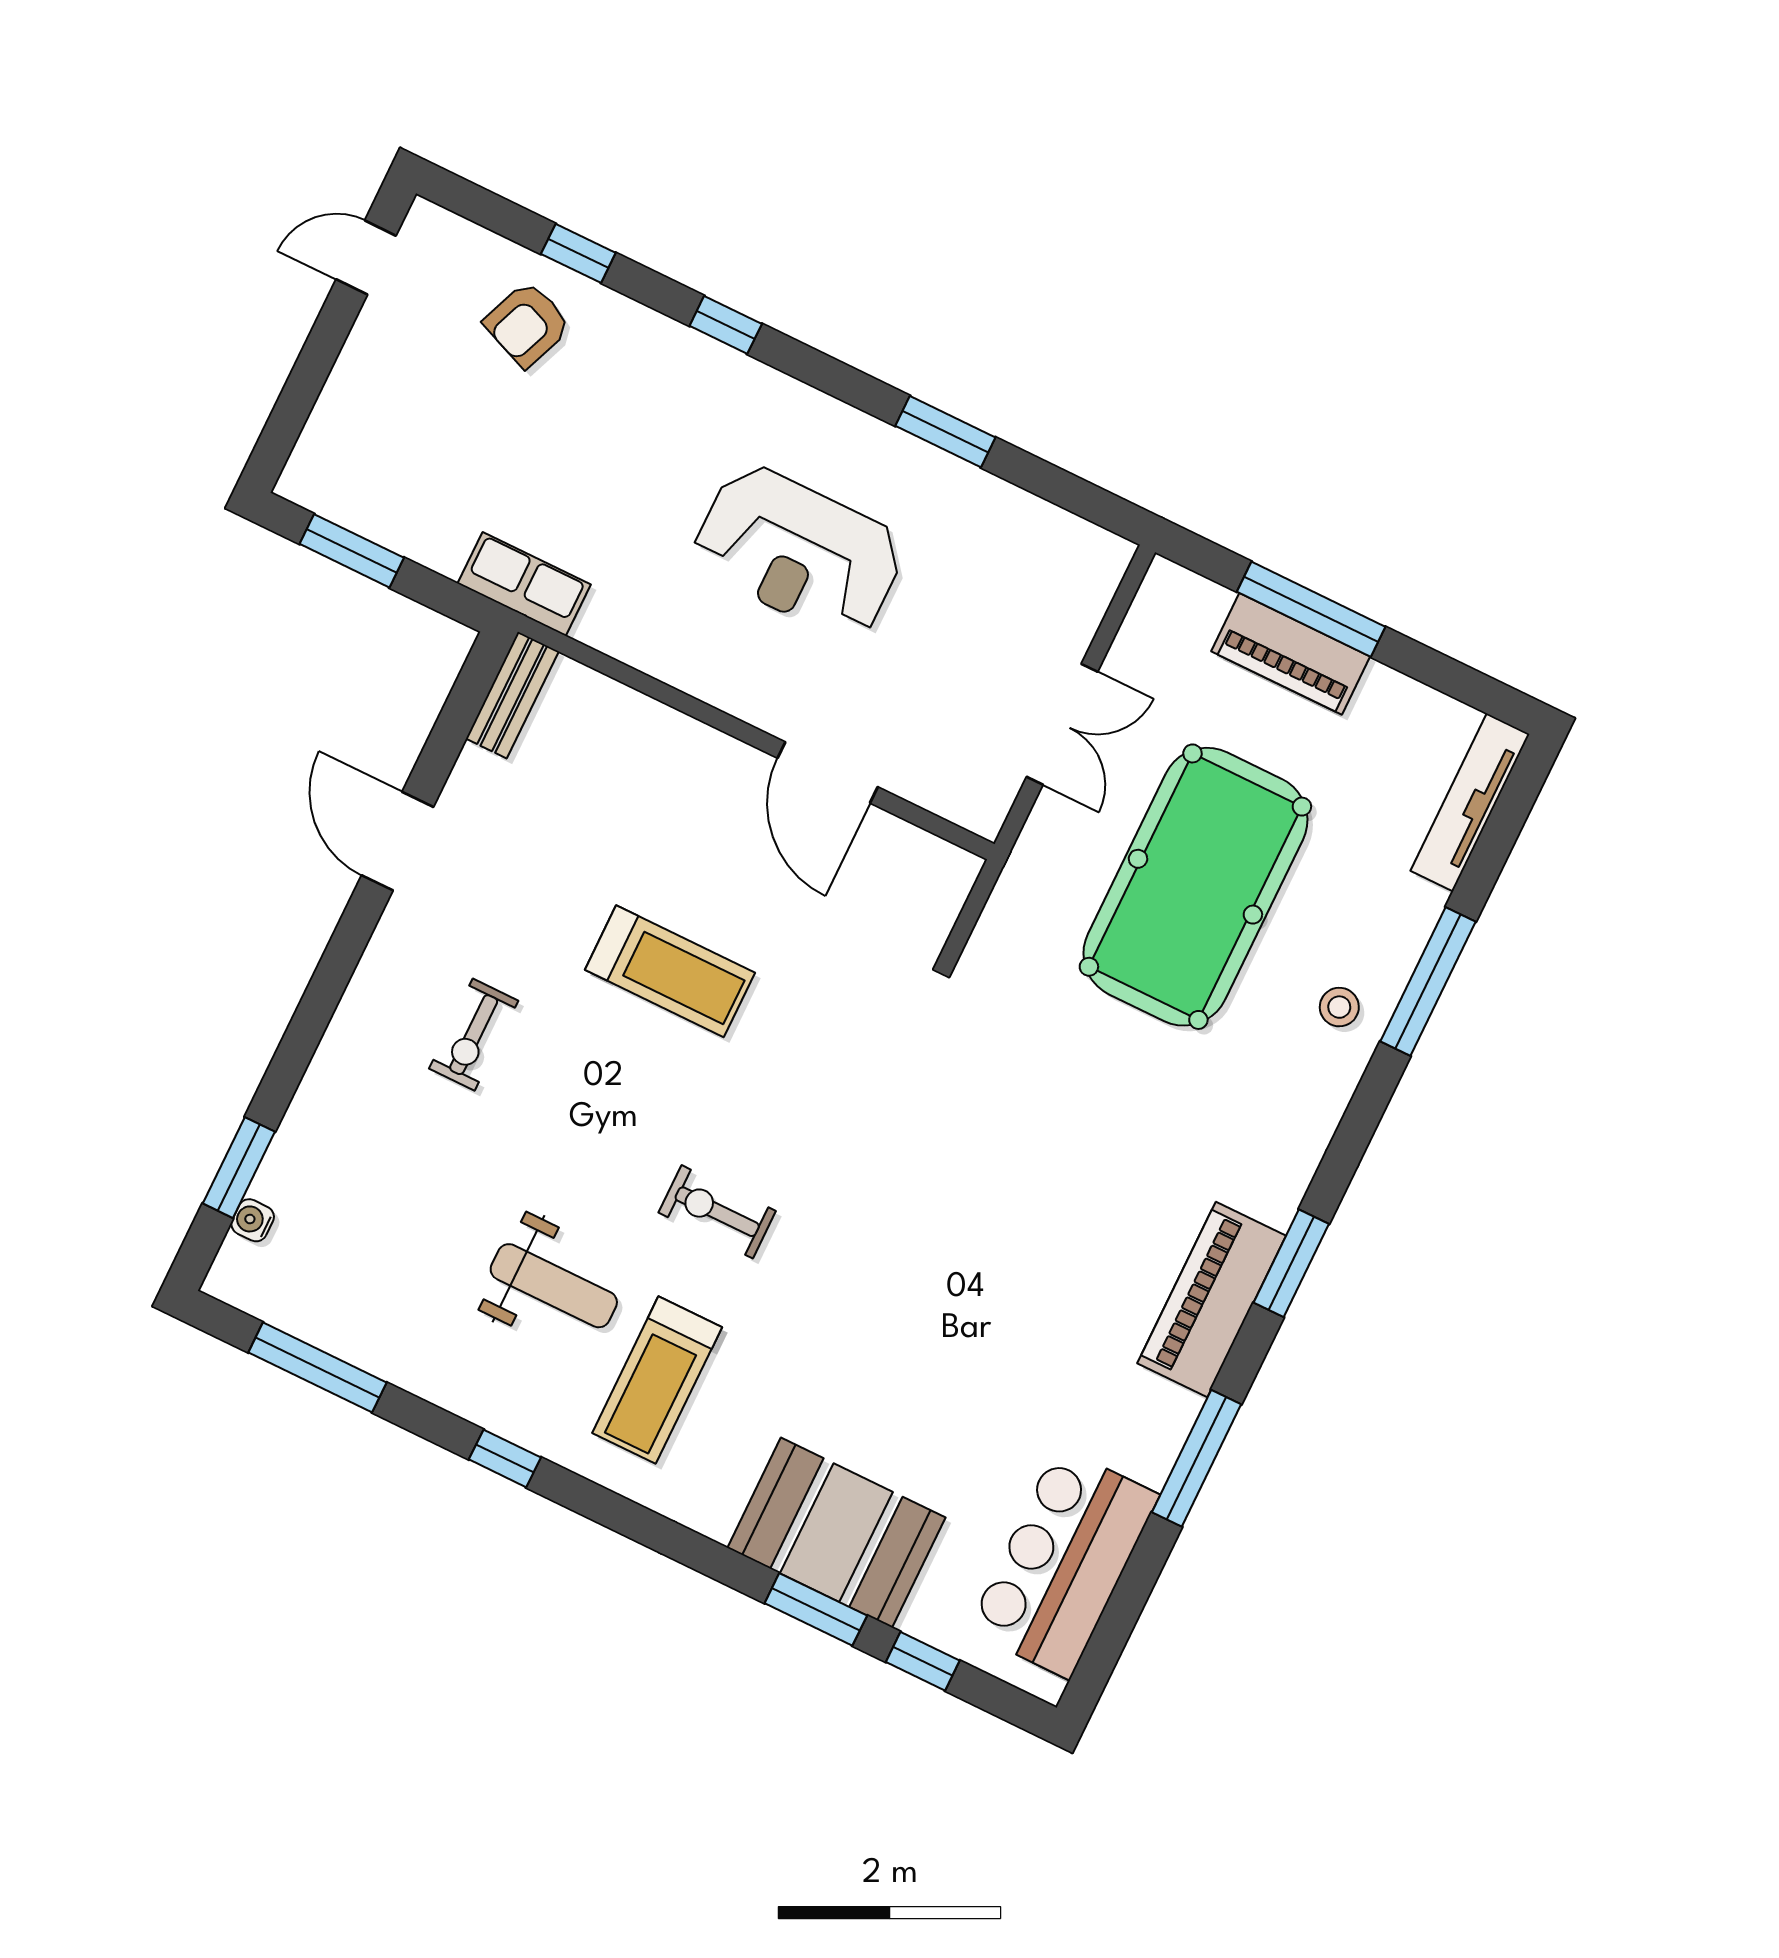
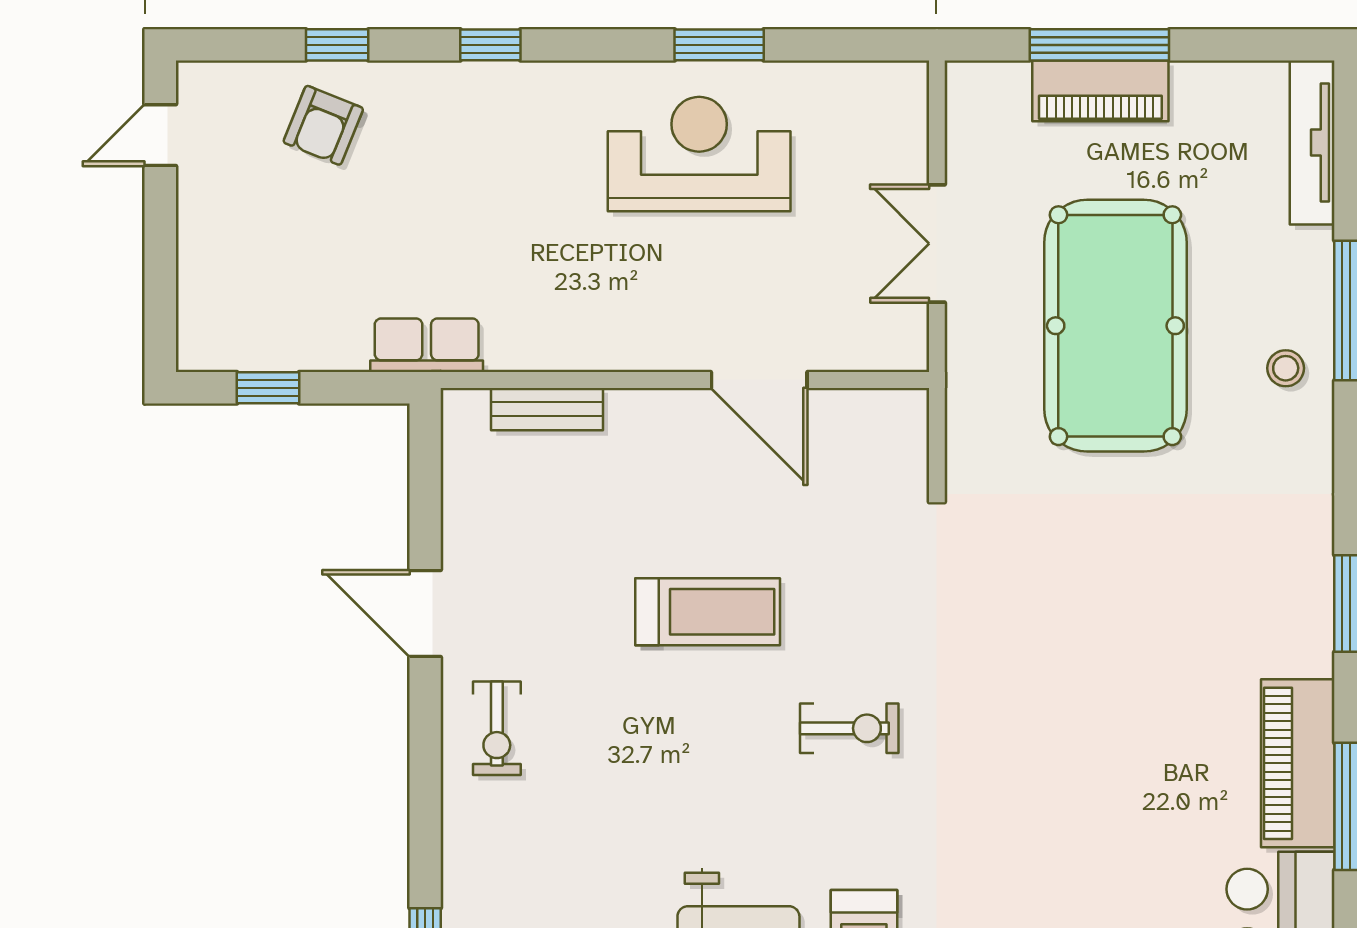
window: (352, 551) -> (268, 388), width x0.67
reception desk: (799, 552) -> (699, 154), moved, turned 180
bench: (512, 695) -> (547, 409), moved, turned 90
double door: (1062, 724) -> (937, 244), swing flipped
exercise bike: (474, 1035) -> (497, 728), moved
exercise bike: (717, 1212) -> (849, 728), moved, turned 180
piano: (1212, 1300) -> (1298, 763), moved

